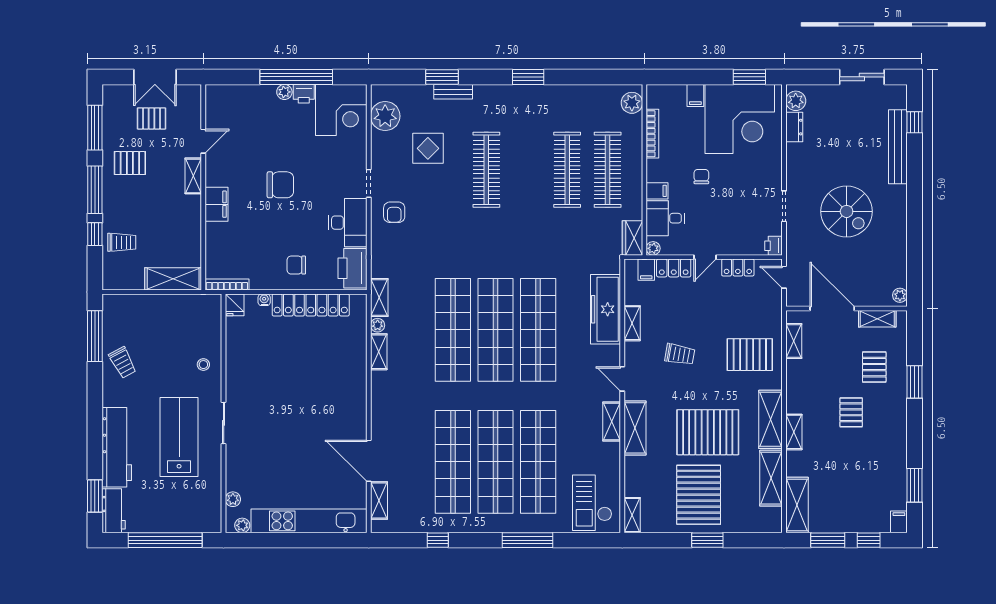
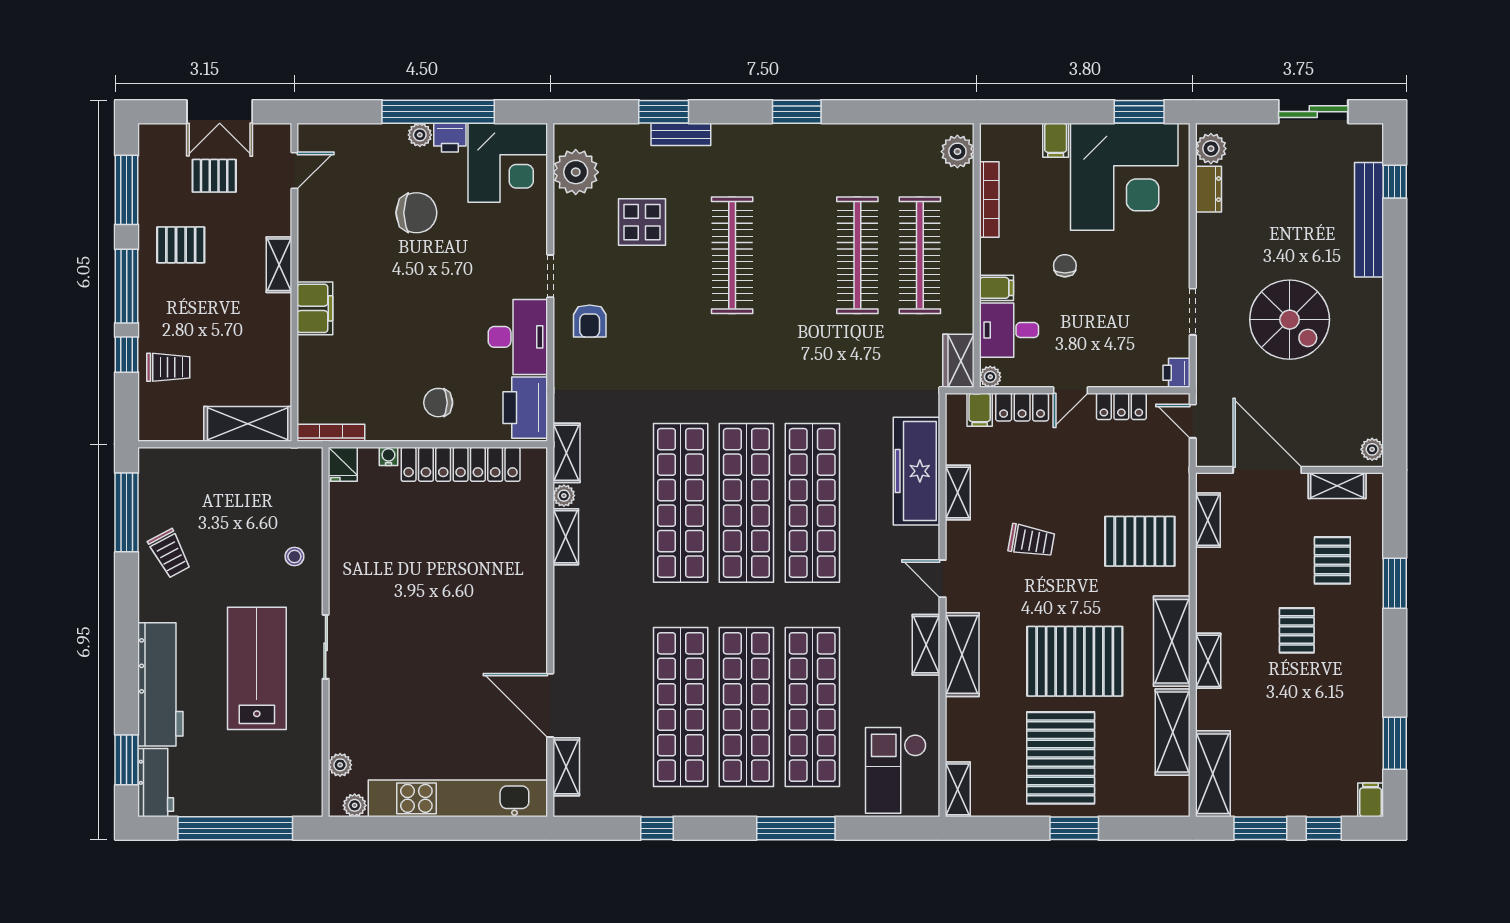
door: (203, 141) -> (294, 171), moved
chair: (280, 185) -> (416, 213), moved

